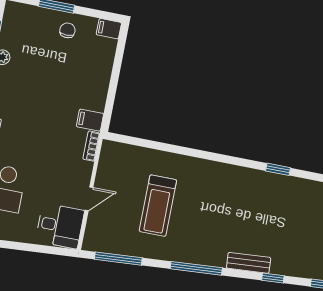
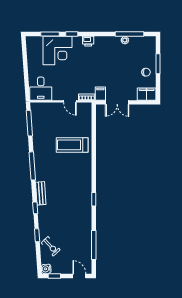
filing cabinet: (109, 29) -> (147, 94), width x2.00
double door: (112, 93) -> (117, 102), added
door: (89, 199) -> (70, 101), moved
treadmill: (158, 206) -> (72, 145), moved

